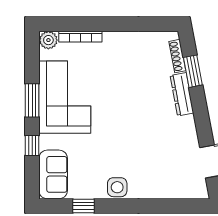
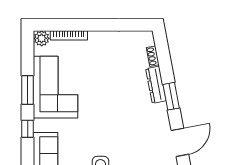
shoe rack: (177, 56) -> (153, 56), width x0.70
window: (193, 71) -> (171, 96), moved

